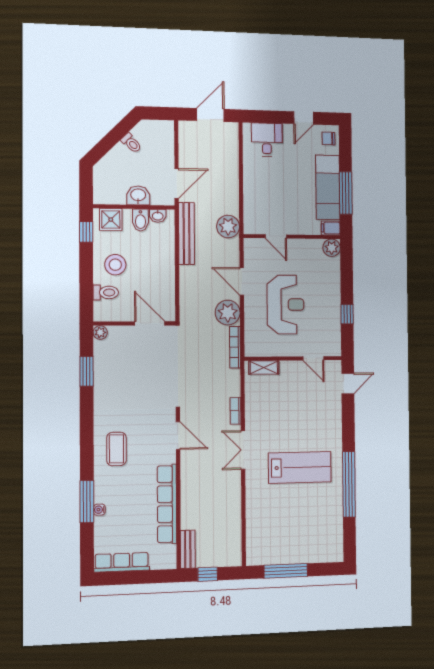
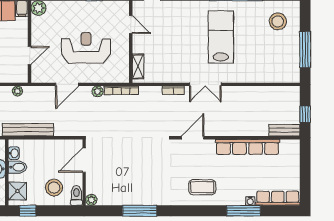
plant: (228, 226) -> (17, 91), width x0.53, depth x0.53
plant: (228, 313) -> (98, 91), width x0.53, depth x0.53
wall: (135, 323) -> (84, 172), moved
door: (150, 323) -> (84, 160), moved
plant: (100, 332) -> (91, 200), moved
door: (313, 358) -> (131, 25), hinge flipped
window: (87, 371) -> (140, 211), width x1.44
stool: (319, 536) -> (278, 21), added
row of seats: (122, 562) -> (278, 198), moved, turned 90

